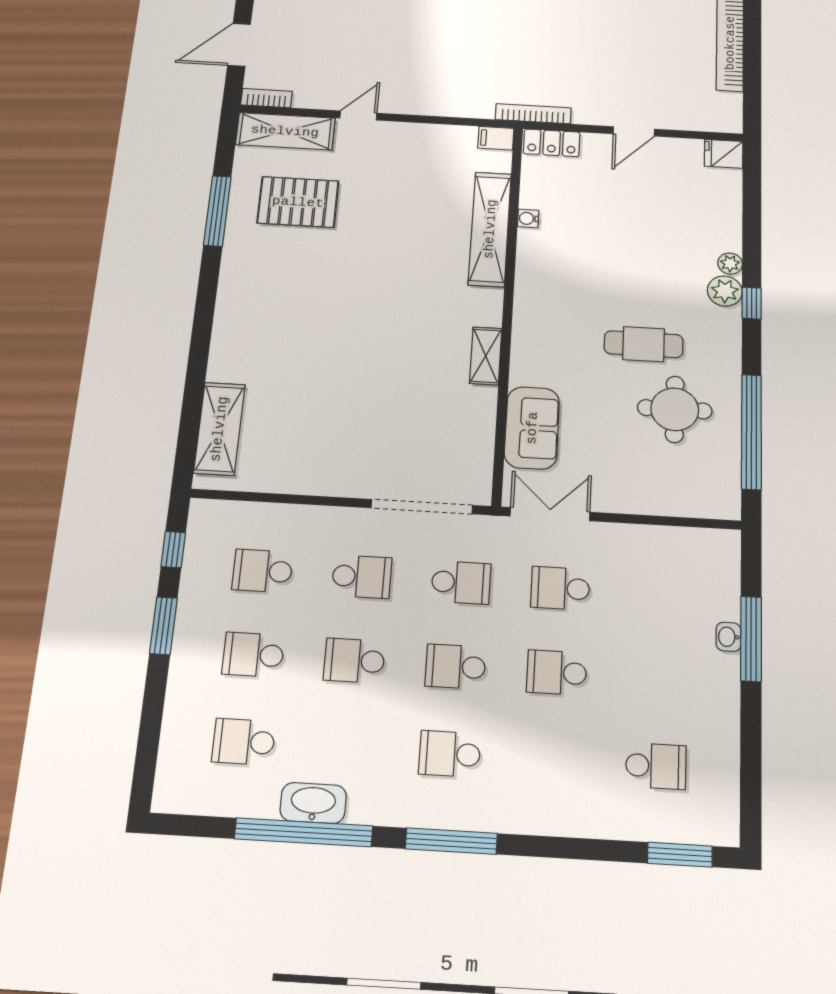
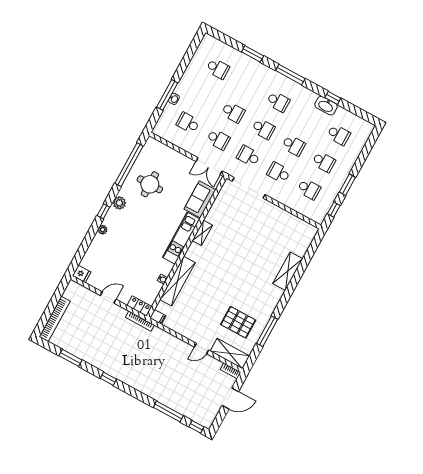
plant: (725, 291) -> (119, 203), moved
kitchen unit: (532, 323) -> (181, 238), added
cafe table: (644, 344) -> (148, 213), removed
shelving: (219, 429) -> (288, 271), moved
school desk: (660, 594) -> (188, 123), added
school desk: (656, 766) -> (218, 69), turned 180
window: (304, 832) -> (333, 98), width x0.32
window: (680, 855) -> (253, 54), moved

